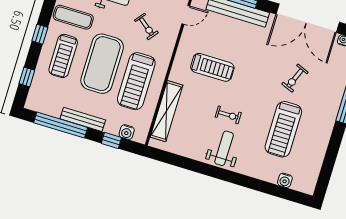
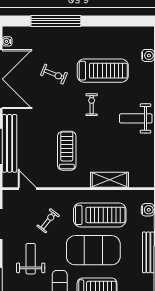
shelving: (167, 111) -> (109, 180), width x0.68
exercise bike: (228, 115) -> (92, 105), moved

